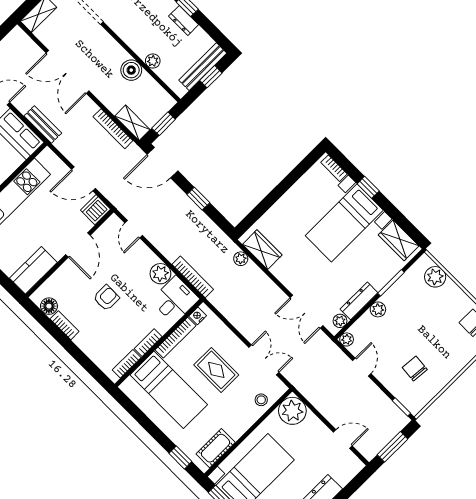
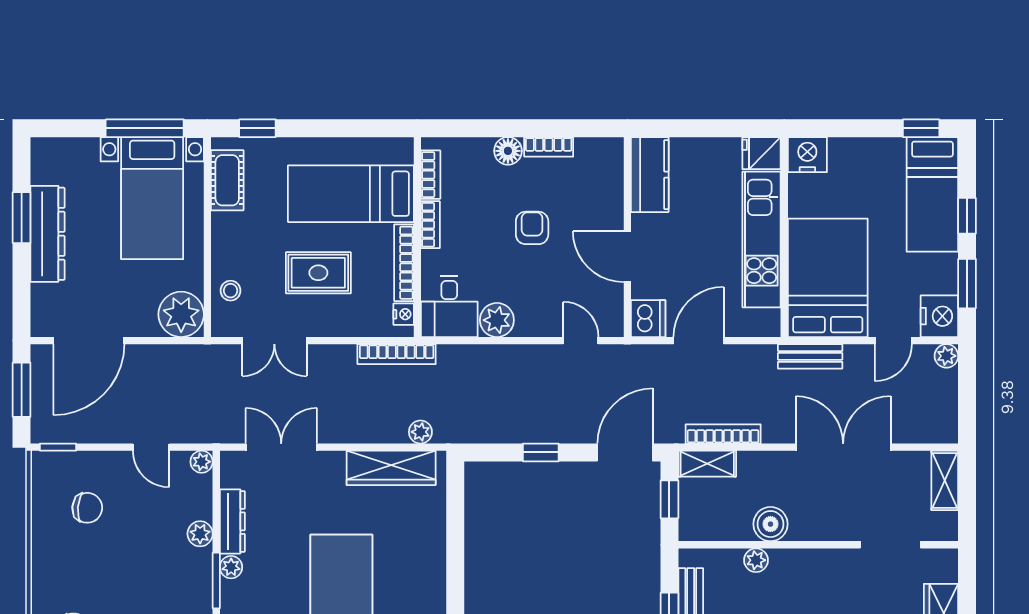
wardrobe: (262, 250) -> (391, 468), width x1.50
bookcase: (193, 277) -> (397, 354), moved
armchair: (106, 298) -> (532, 228), turned 180
floor lamp: (49, 306) -> (508, 151), moved
plant: (340, 321) -> (231, 567), moved
door: (343, 439) -> (89, 341), width x1.87

